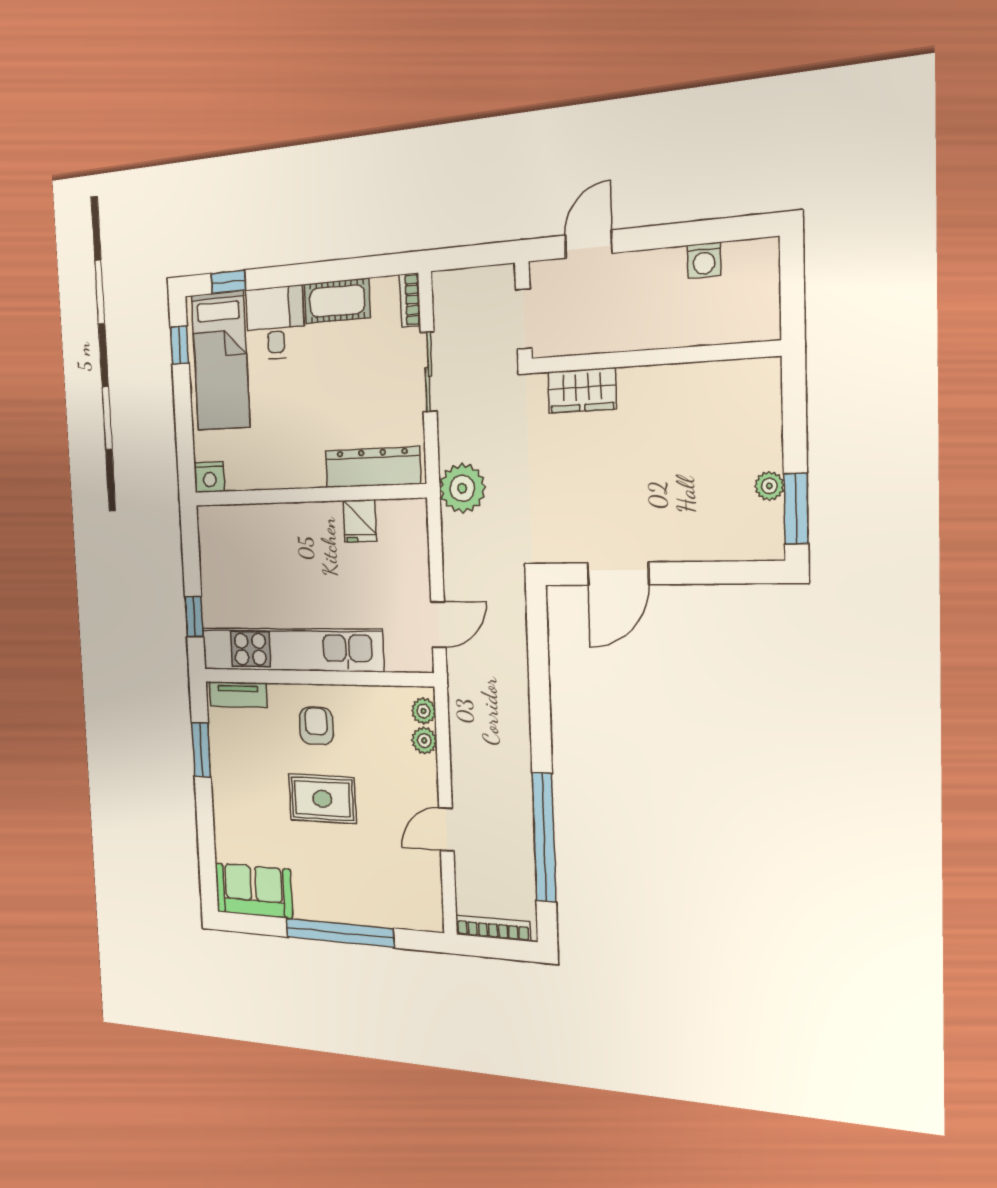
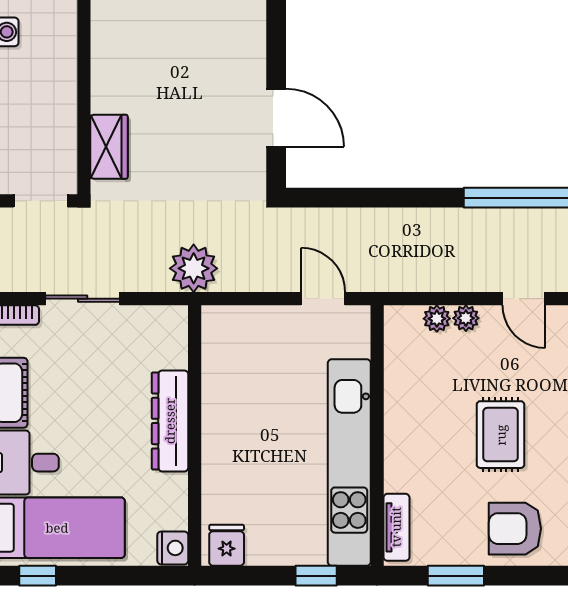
dresser: (373, 467) -> (170, 421), moved
fridge: (360, 521) -> (227, 545), moved, turned -90
plant: (423, 711) -> (466, 318), moved
armchair: (316, 726) -> (515, 529), moved, width x1.38, depth x1.38

